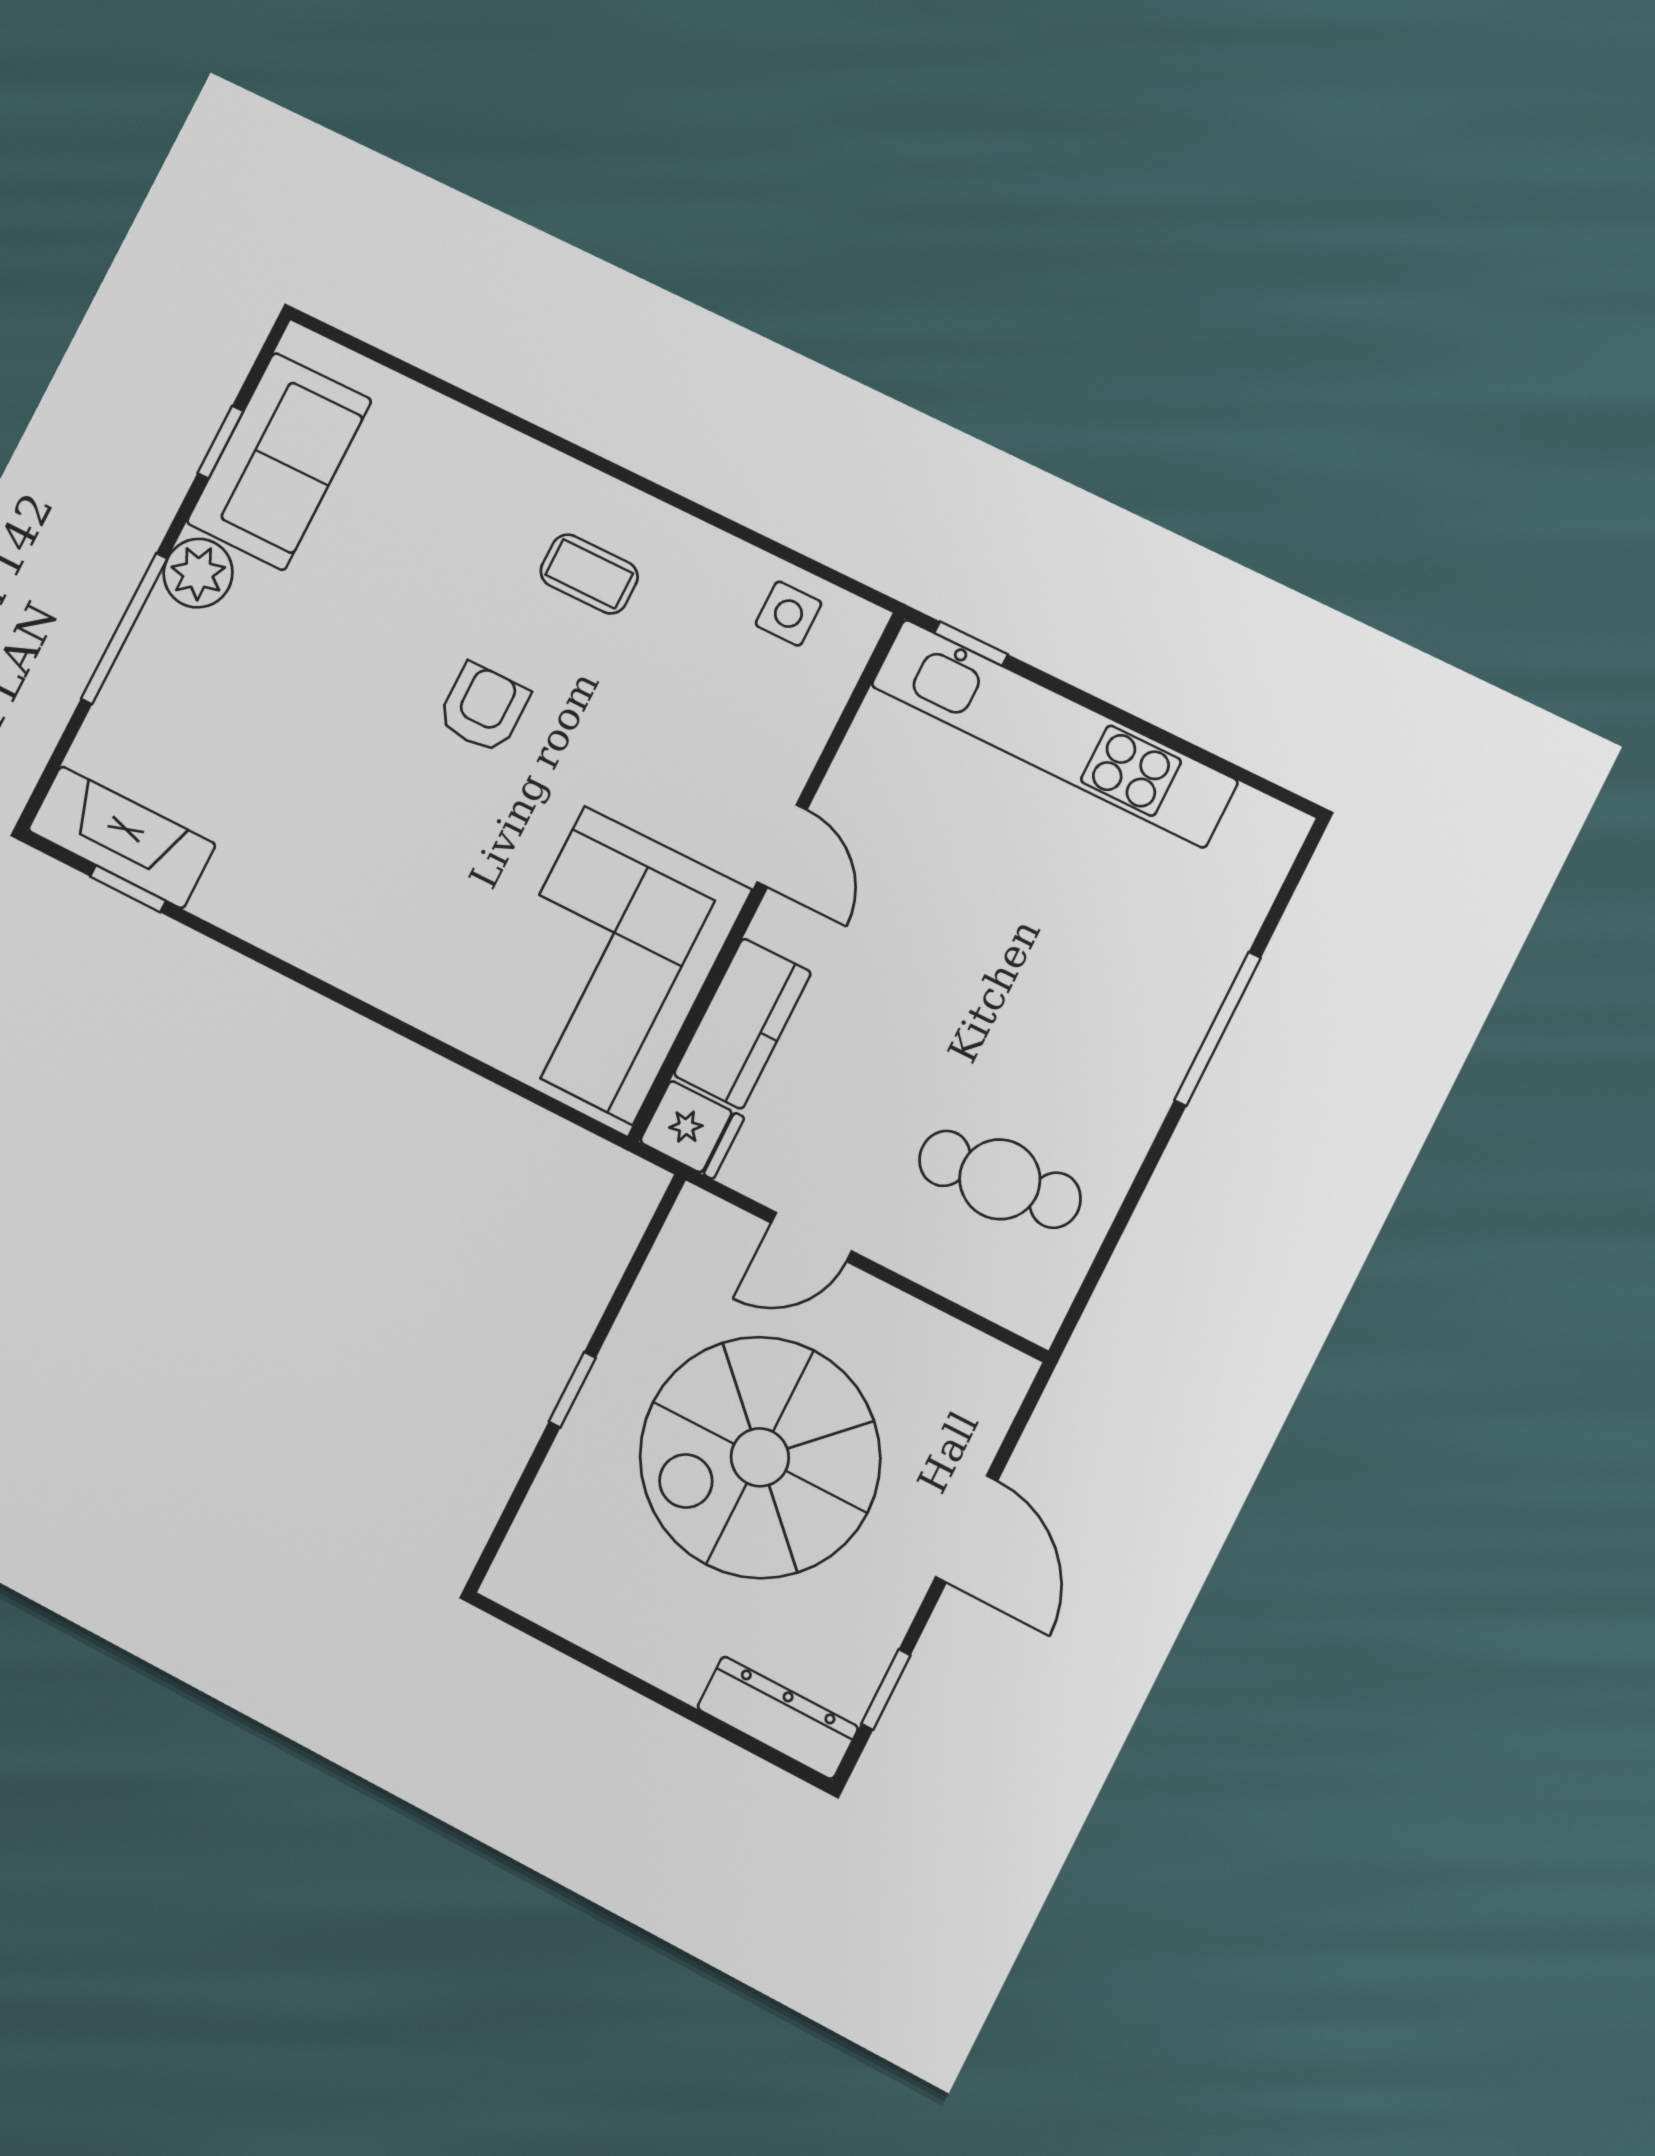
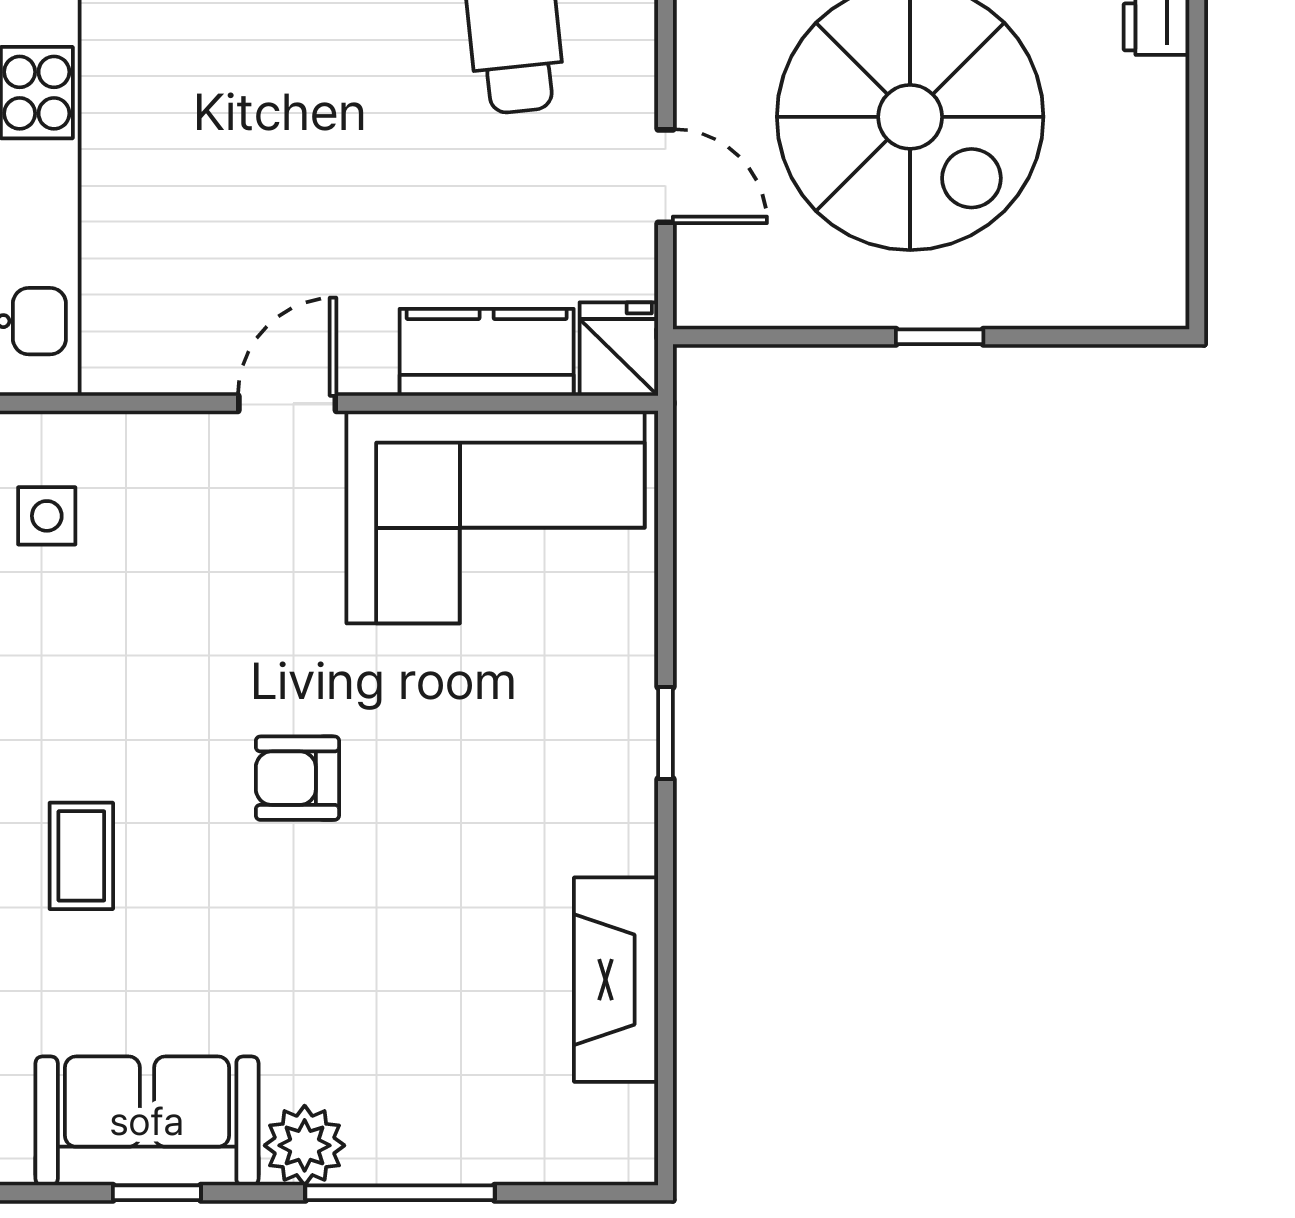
coffee table: (589, 574) -> (81, 856), moved
fireplace: (122, 837) -> (616, 980), moved
window: (128, 889) -> (665, 733), moved

